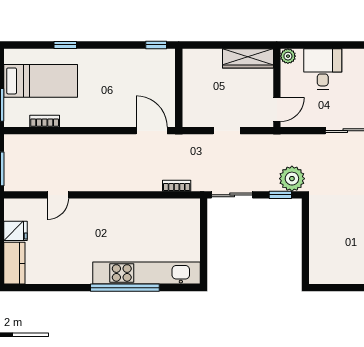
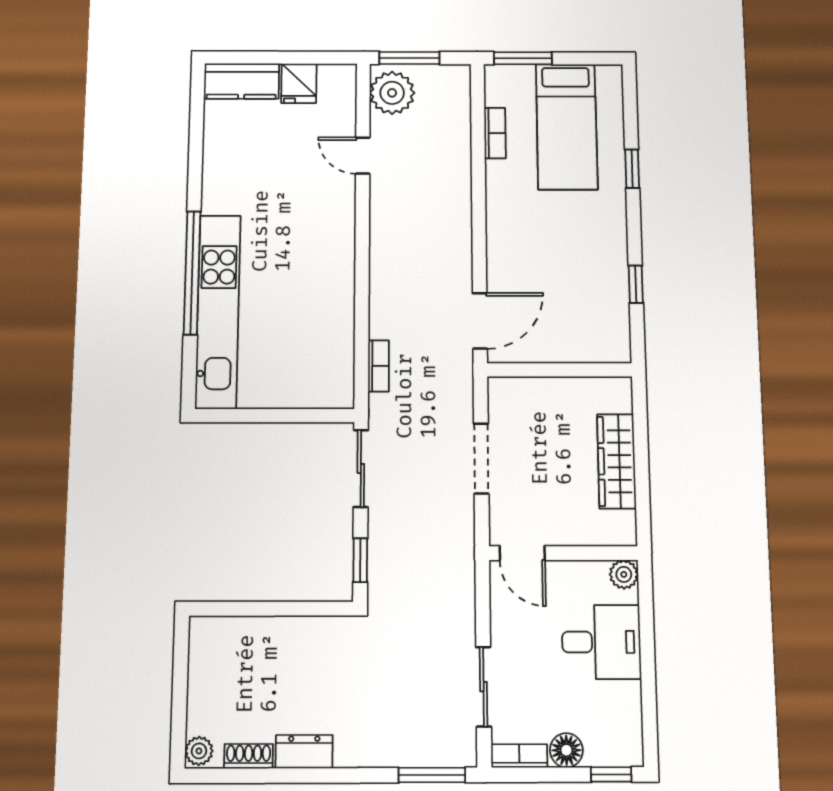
window: (156, 45) -> (636, 284), moved
wardrobe: (248, 58) -> (616, 461), moved
doorway: (227, 131) -> (481, 458), width x1.38
plant: (292, 179) -> (392, 93), moved

